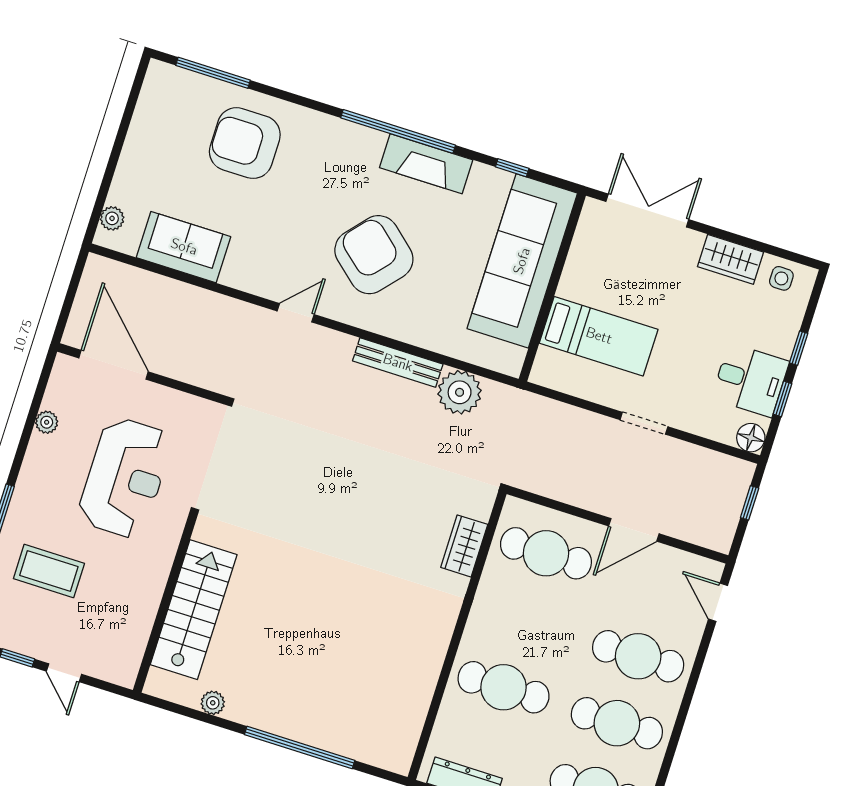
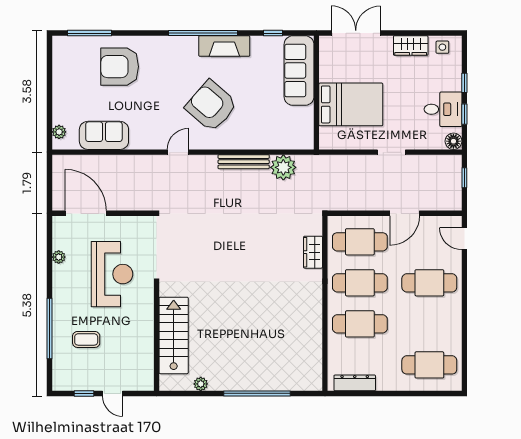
sofa: (522, 261) -> (299, 71), width x0.74, depth x0.79
bed: (599, 336) -> (351, 104), width x1.50
coffee table: (49, 571) -> (86, 339), width x0.73, depth x0.77
cafe table: (617, 723) -> (360, 283), moved

